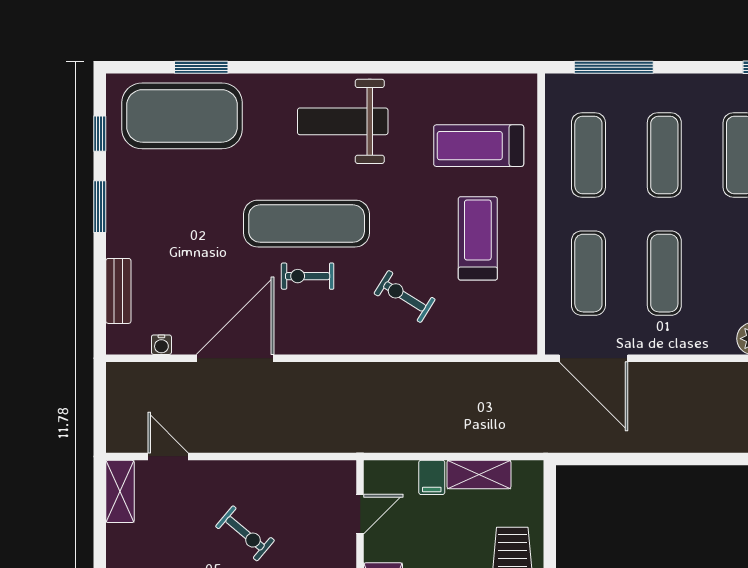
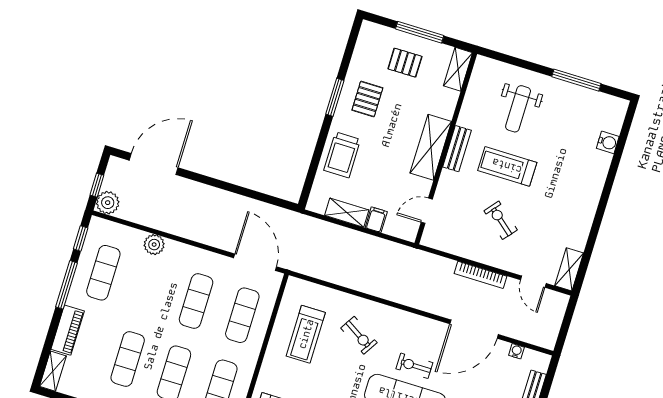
treadmill: (478, 238) -> (306, 334), moved
exercise bike: (308, 276) -> (414, 366), turned 180
bookcase: (250, 442) -> (481, 275), added

